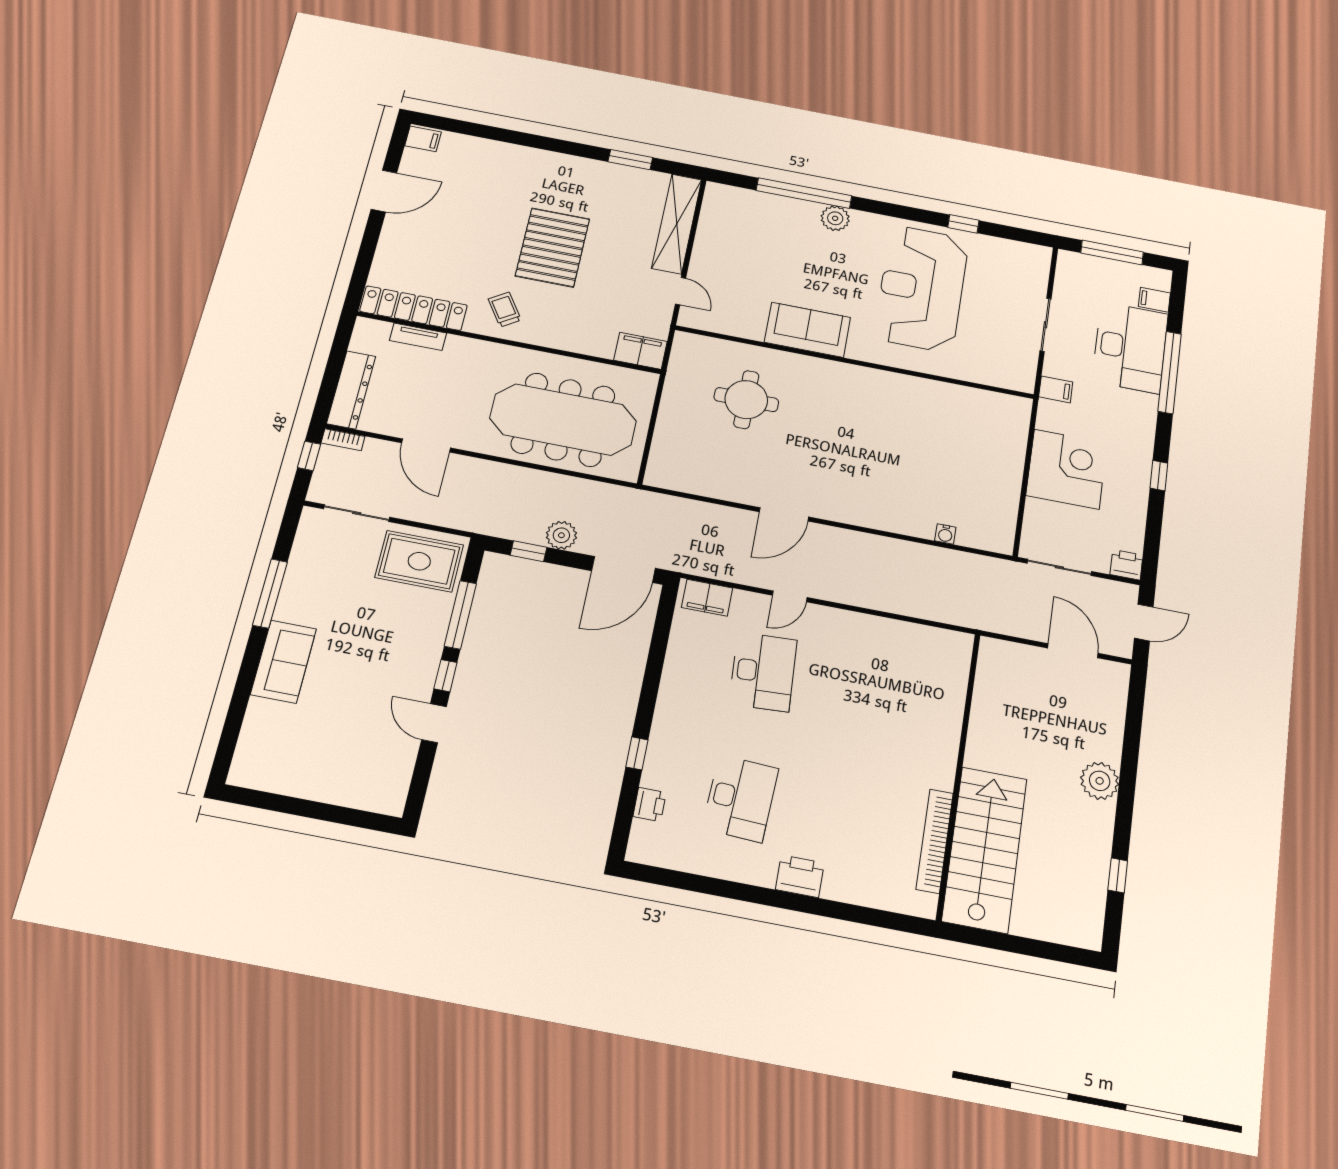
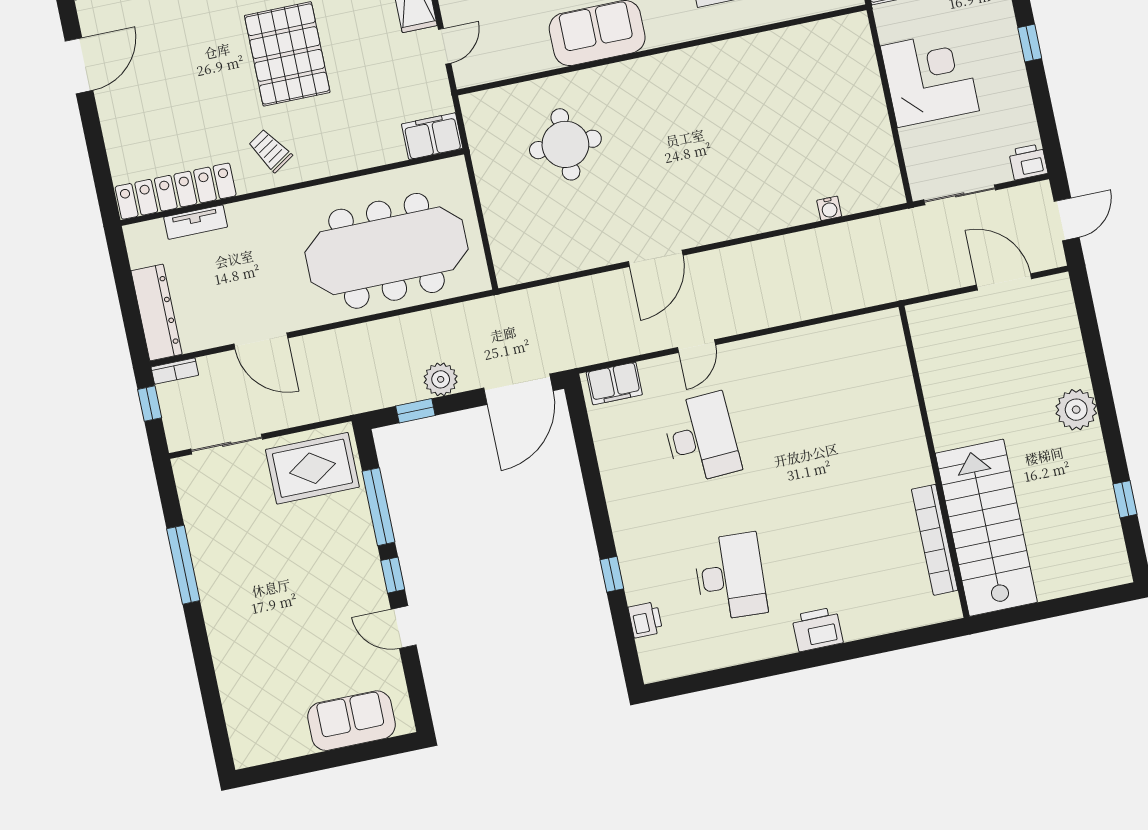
door: (681, 291) -> (445, 46), hinge flipped
sofa: (283, 662) -> (351, 721), moved, turned -90

